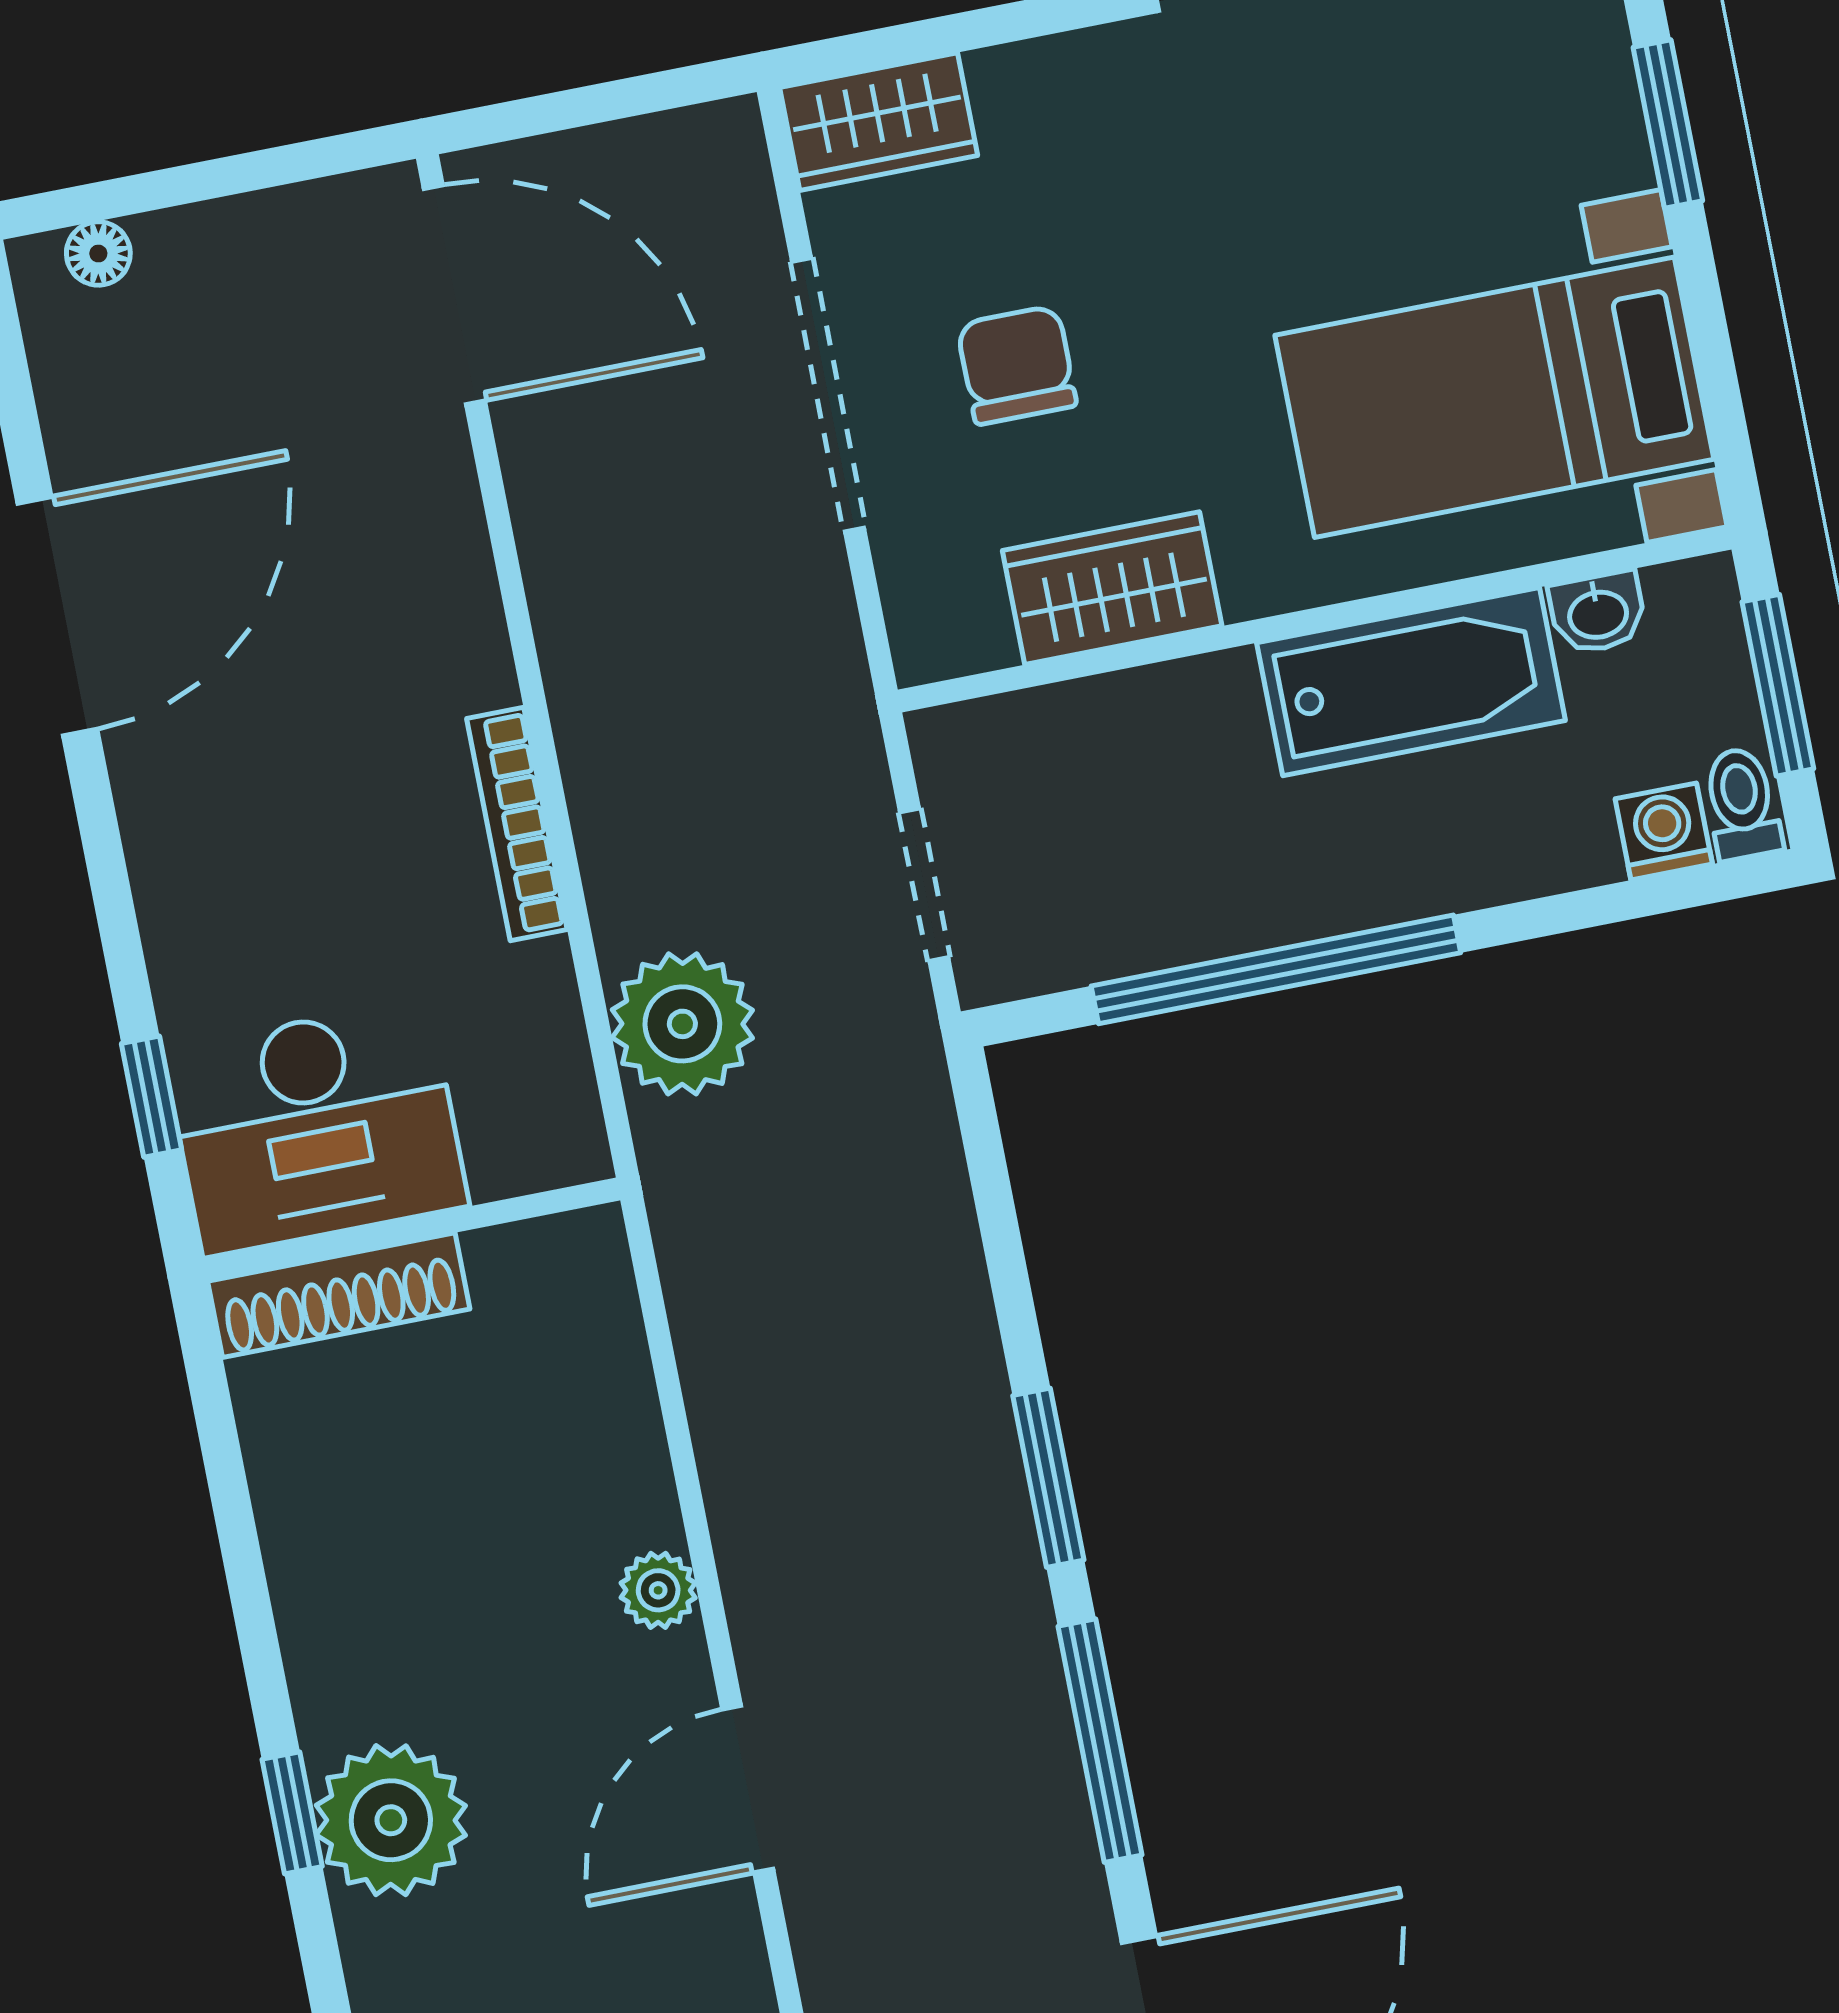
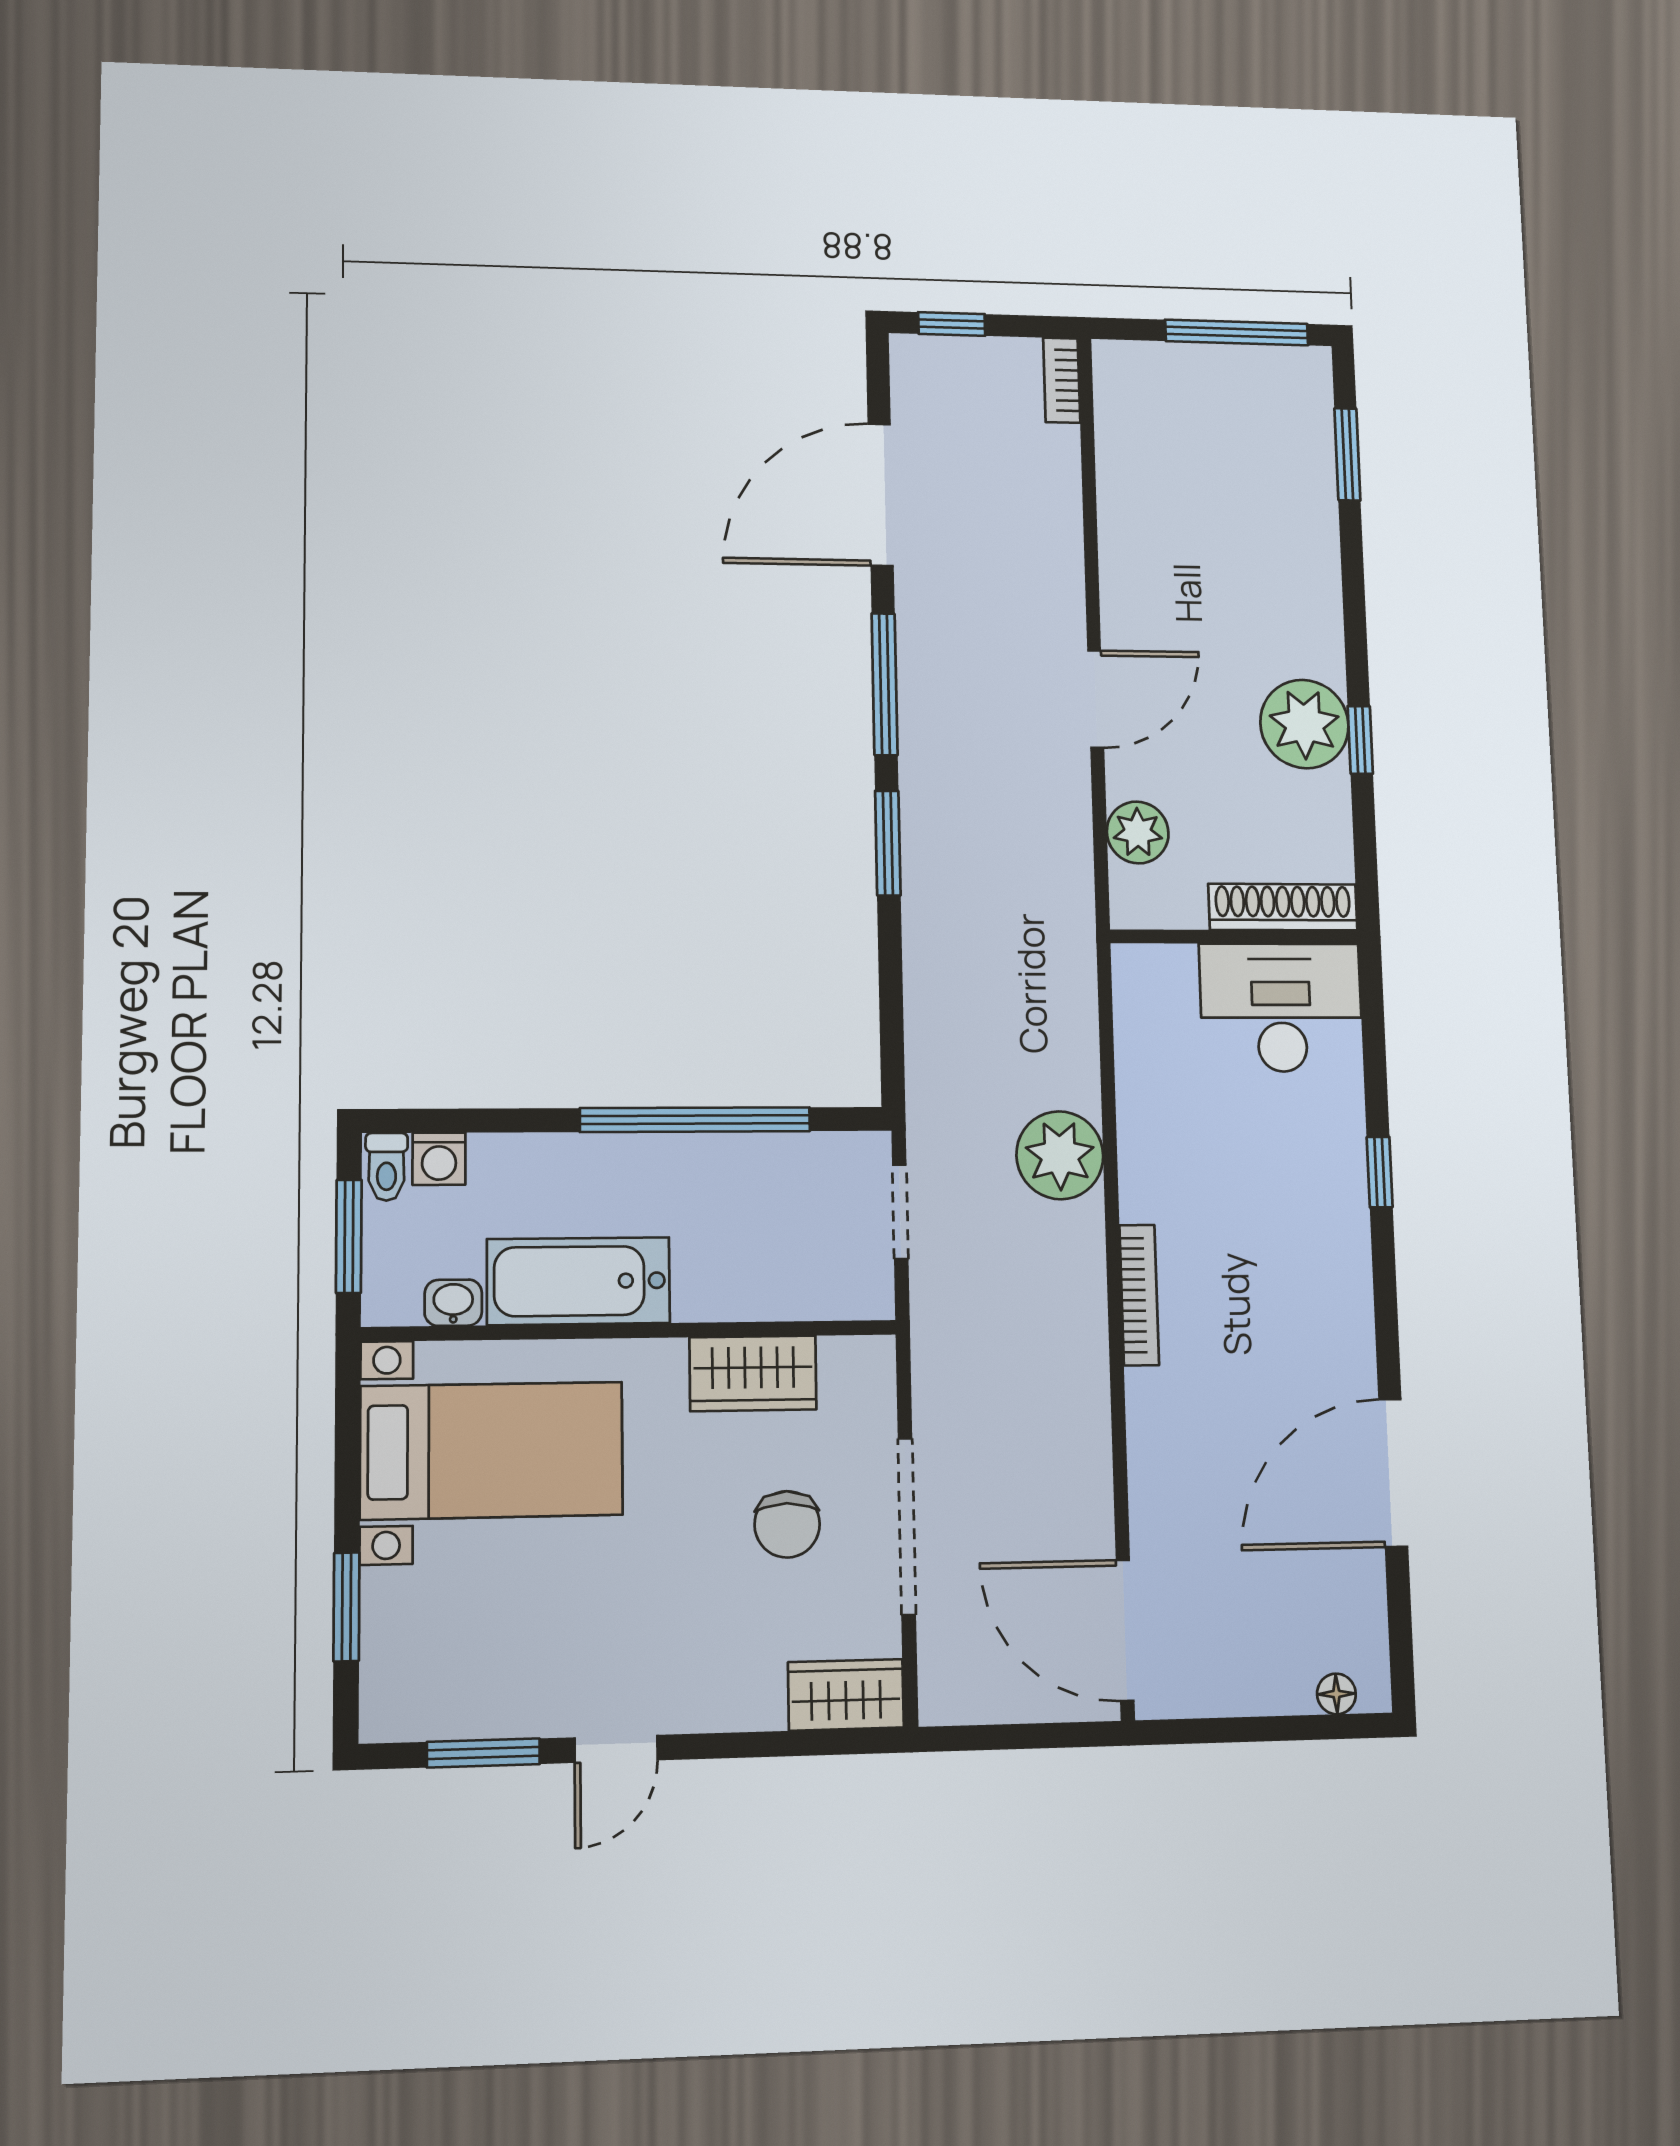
desk: (316, 1127) -> (1281, 1007), moved
wall: (412, 1229) -> (1235, 937), moved
shoe rack: (339, 1295) -> (1283, 907), moved
plant: (658, 1590) -> (1138, 832), width x1.38, depth x1.38

